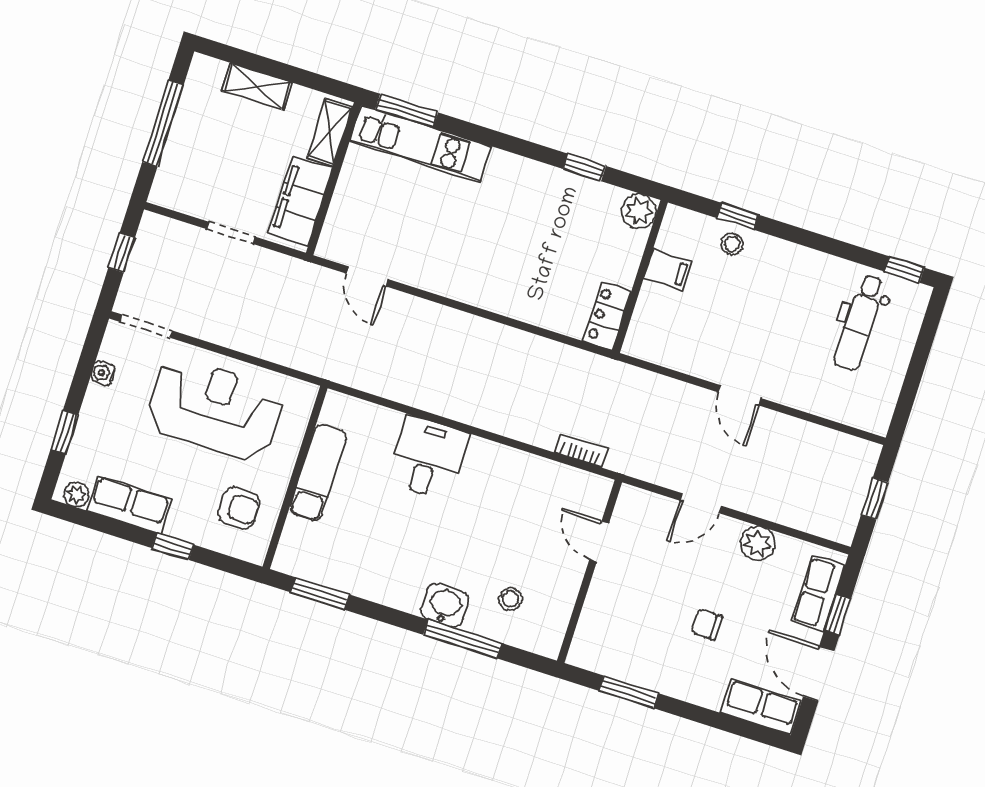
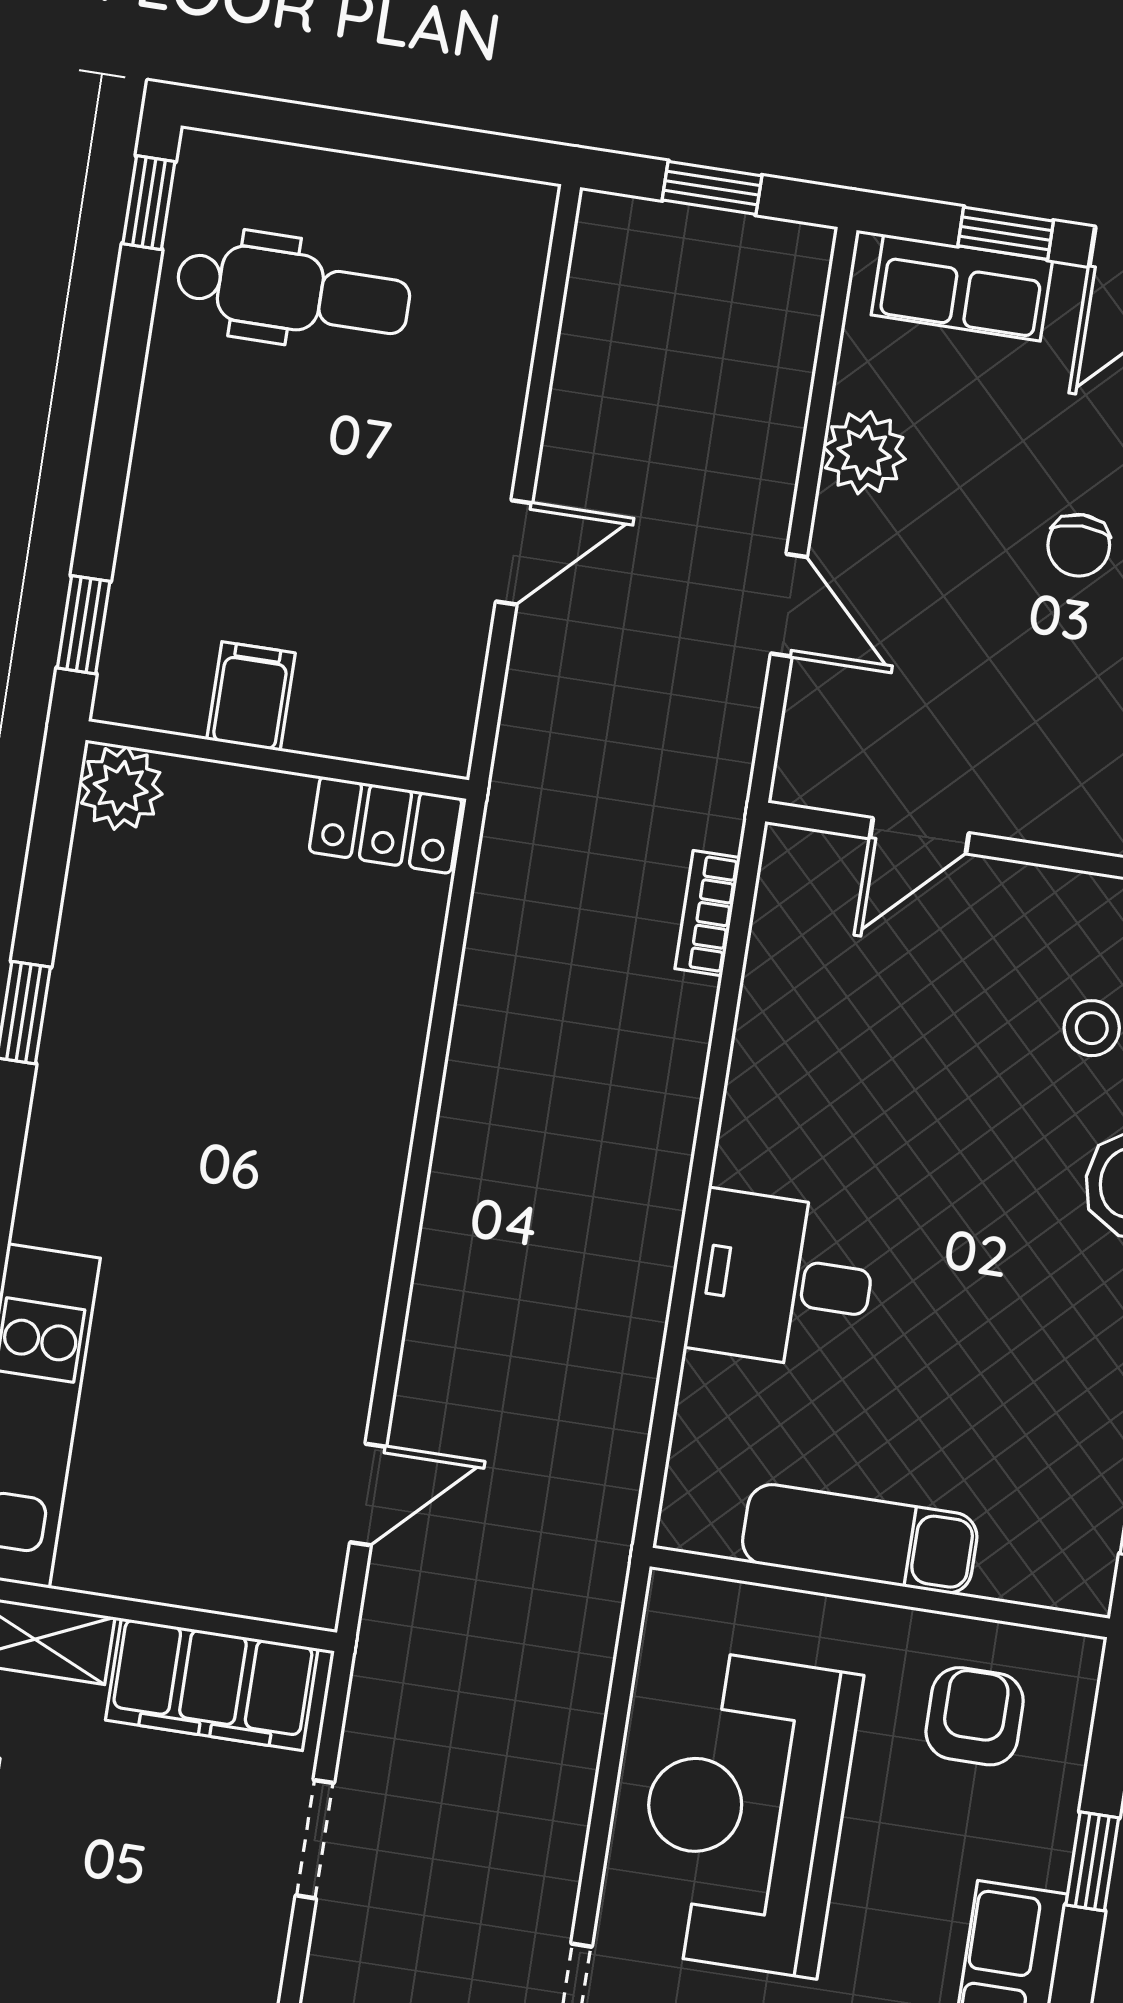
plant: (639, 211) -> (121, 788), moved
stool: (732, 244) -> (152, 628), removed
filing cabinet: (668, 270) -> (251, 696), moved
wall: (640, 277) -> (277, 760), moved
locker: (607, 316) -> (386, 825), moved

